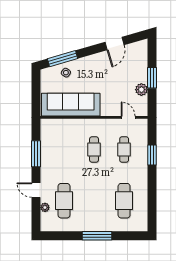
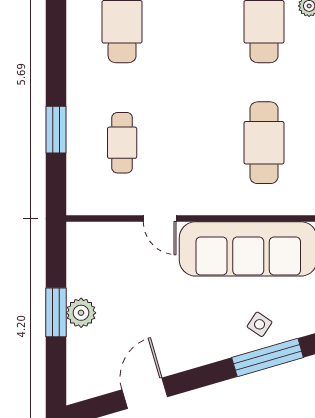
plant: (141, 90) -> (81, 313), moved
door: (128, 117) -> (160, 219), moved
cafe table: (94, 149) -> (264, 143), moved, width x1.37, depth x1.35

